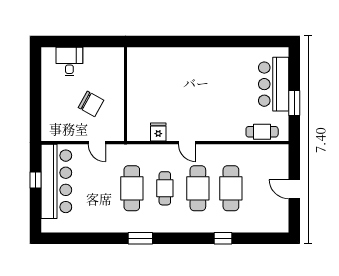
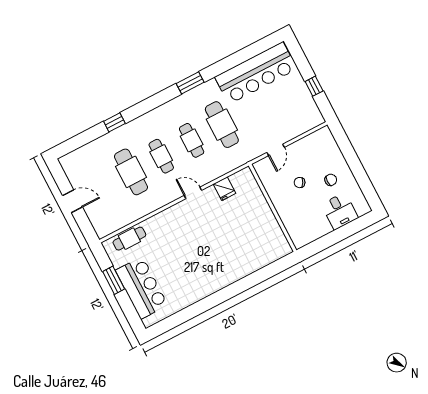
chair: (63, 92) -> (331, 180), added
chair: (91, 104) -> (300, 183), width x0.54, depth x0.54
door: (97, 143) -> (276, 150), swing flipped
bar counter: (56, 181) -> (256, 73), moved, turned -90
cafe table: (198, 188) -> (161, 156), width x0.73, depth x0.74

